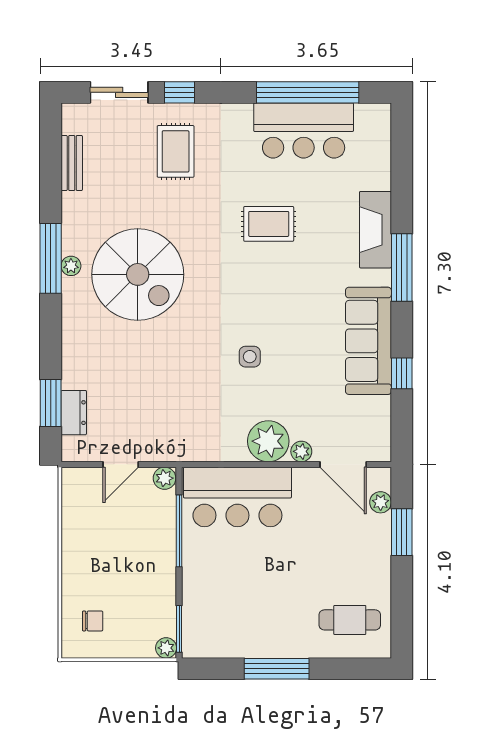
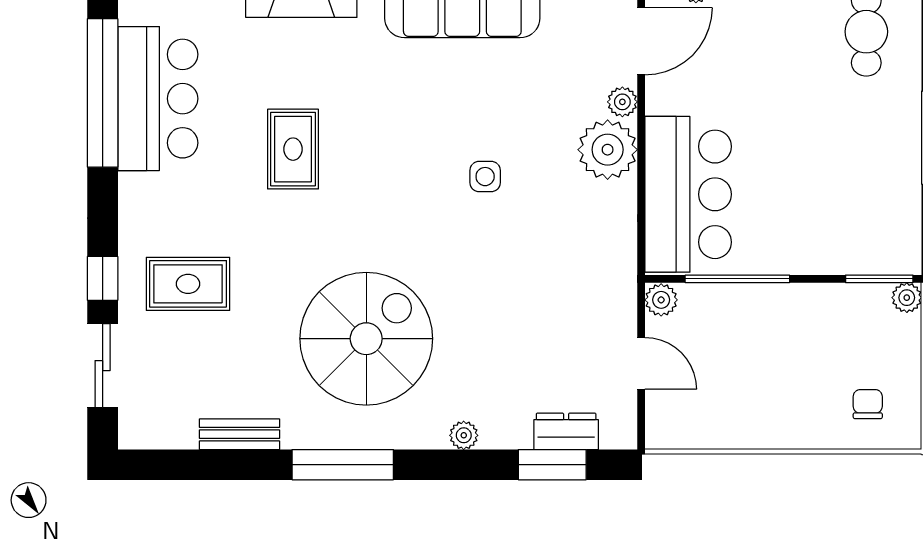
bench: (72, 163) -> (239, 434), moved
plant: (71, 266) -> (464, 435), moved

